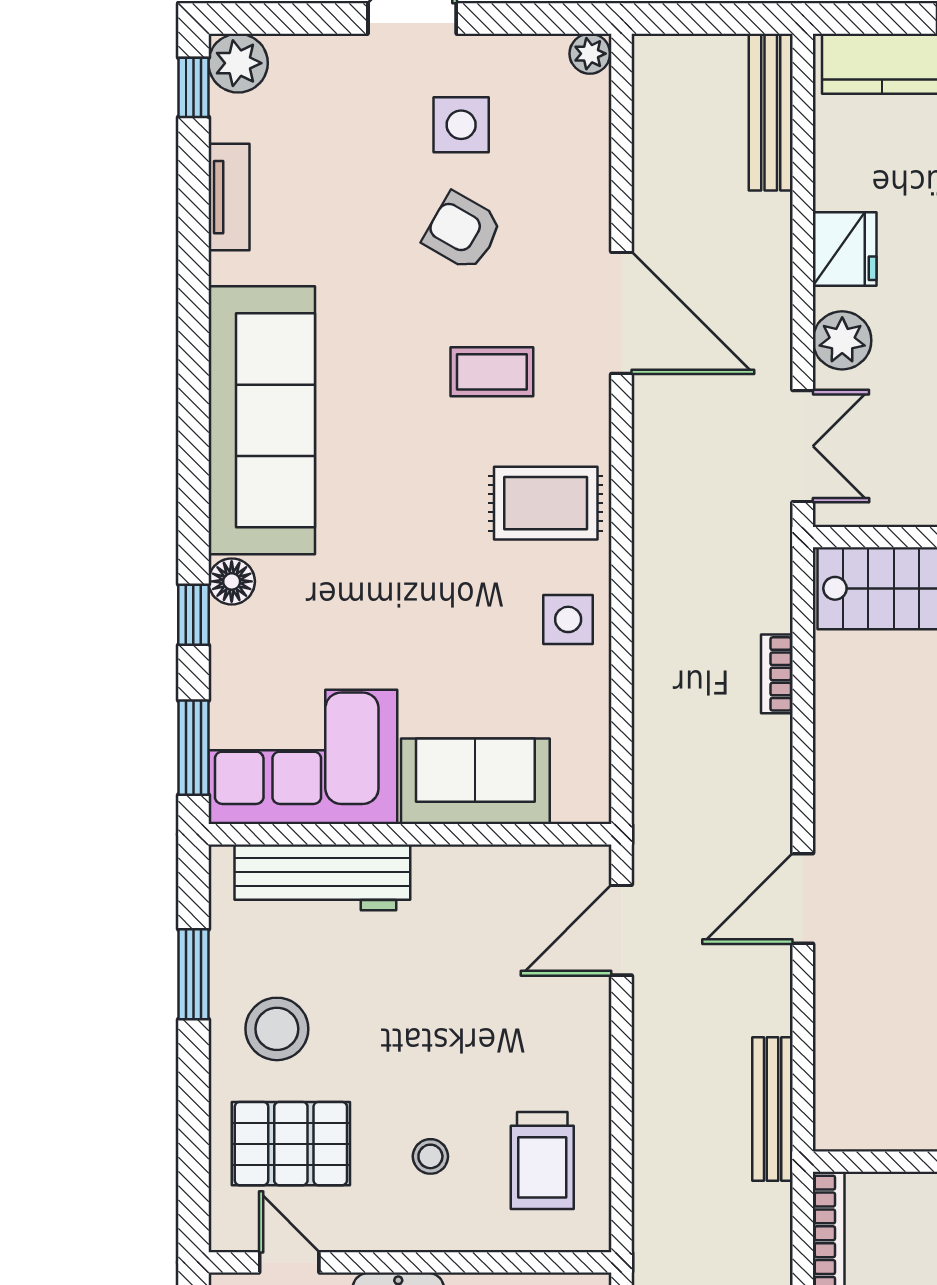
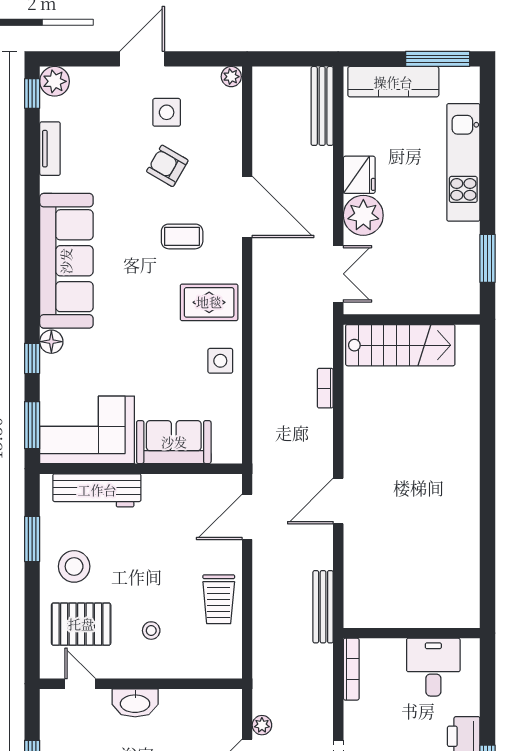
plant: (842, 340) -> (363, 215), width x1.36, depth x1.36
trolley: (542, 1161) -> (219, 599), moved

